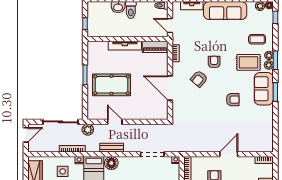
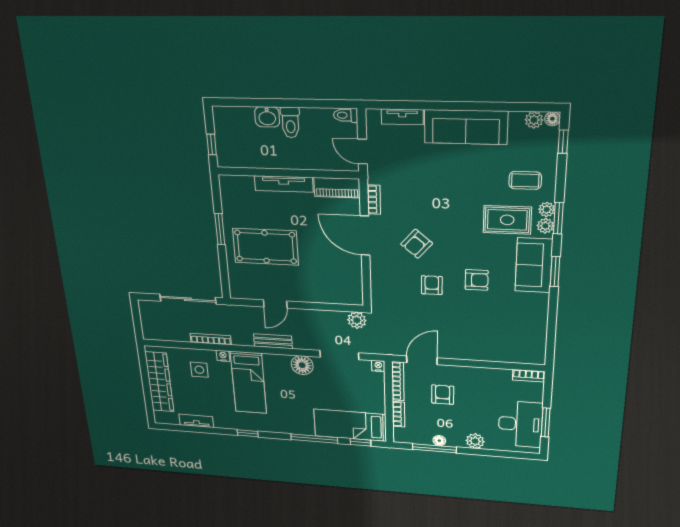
armchair: (214, 62) -> (432, 285), moved
door: (170, 88) -> (365, 236), moved
door: (115, 122) -> (275, 304), swing flipped
plant: (88, 130) -> (357, 320), moved
door: (26, 135) -> (136, 315), removed
door: (229, 154) -> (422, 360), moved
floor lamp: (111, 163) -> (302, 365), moved

